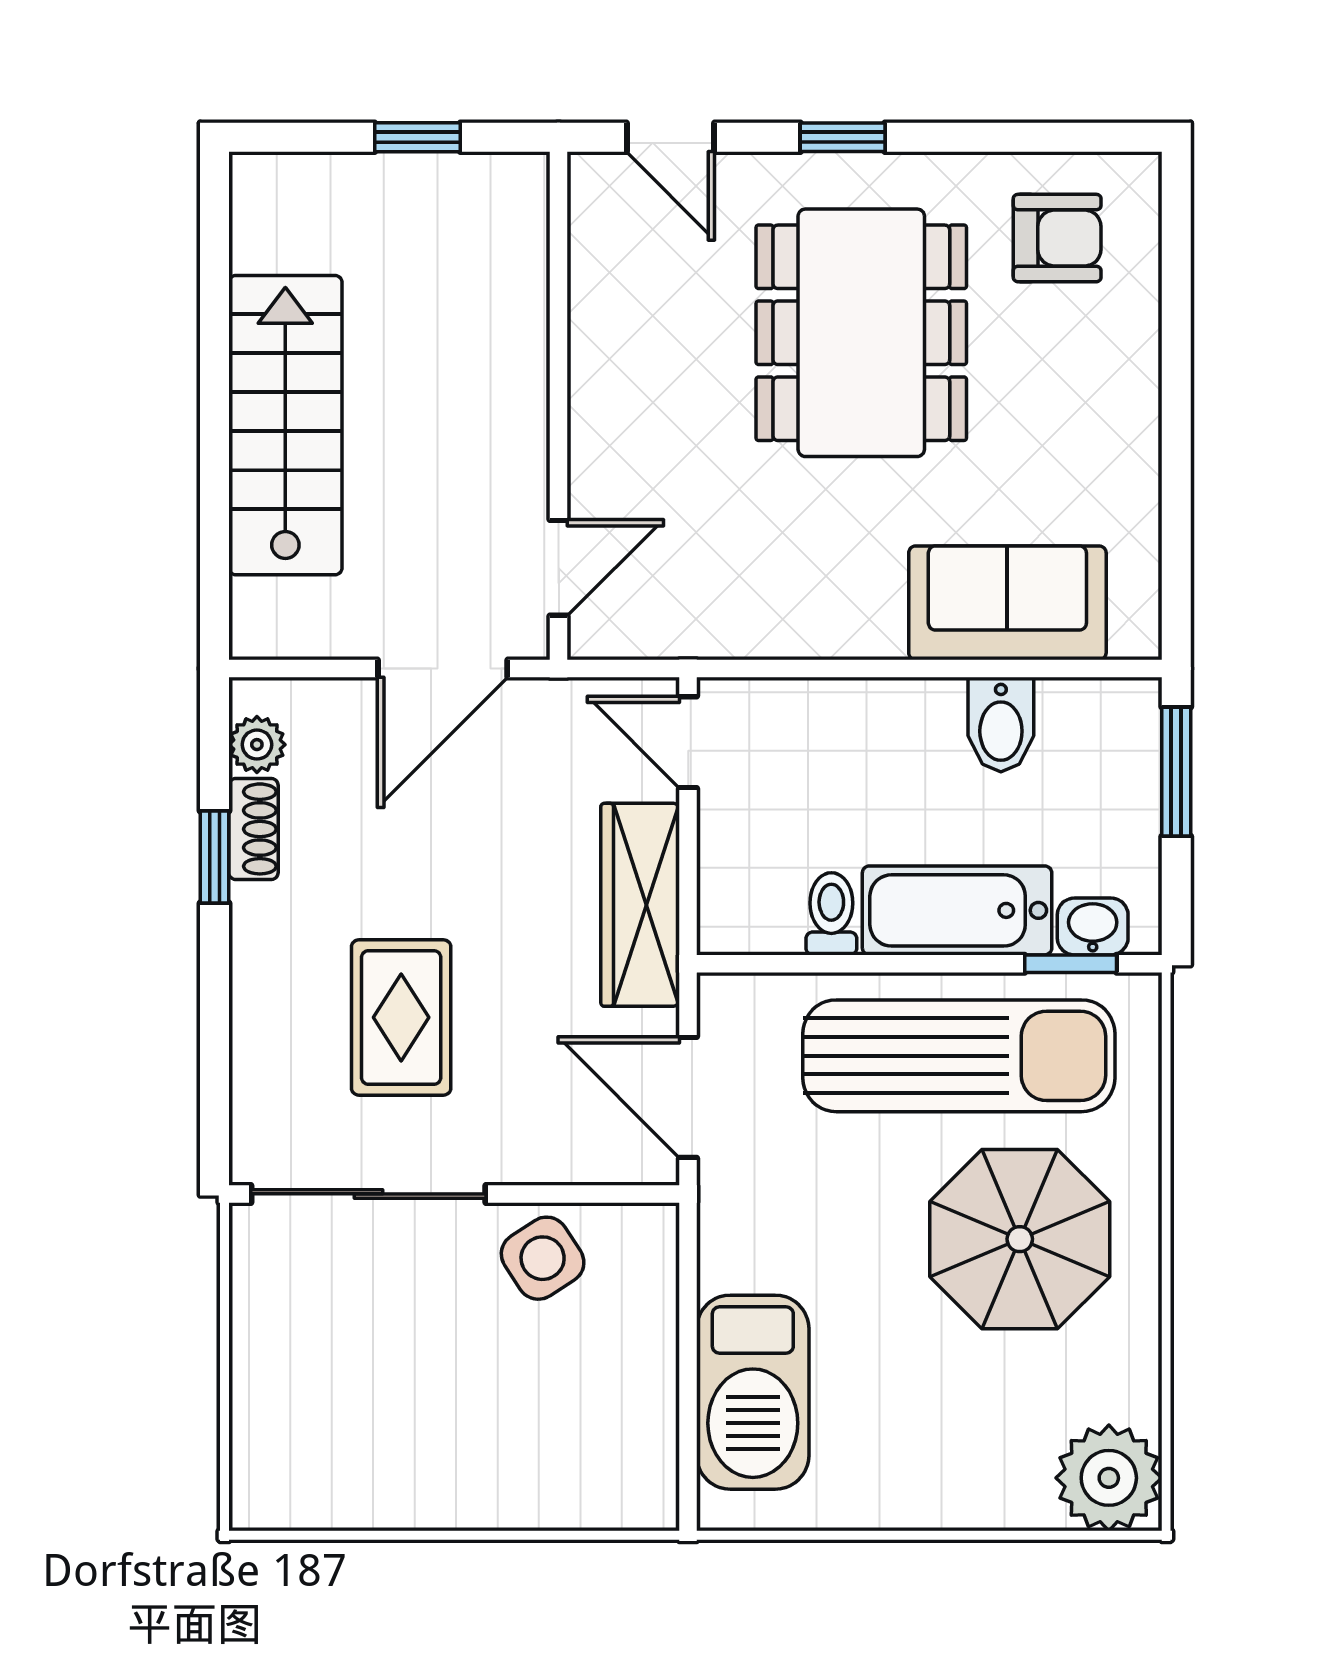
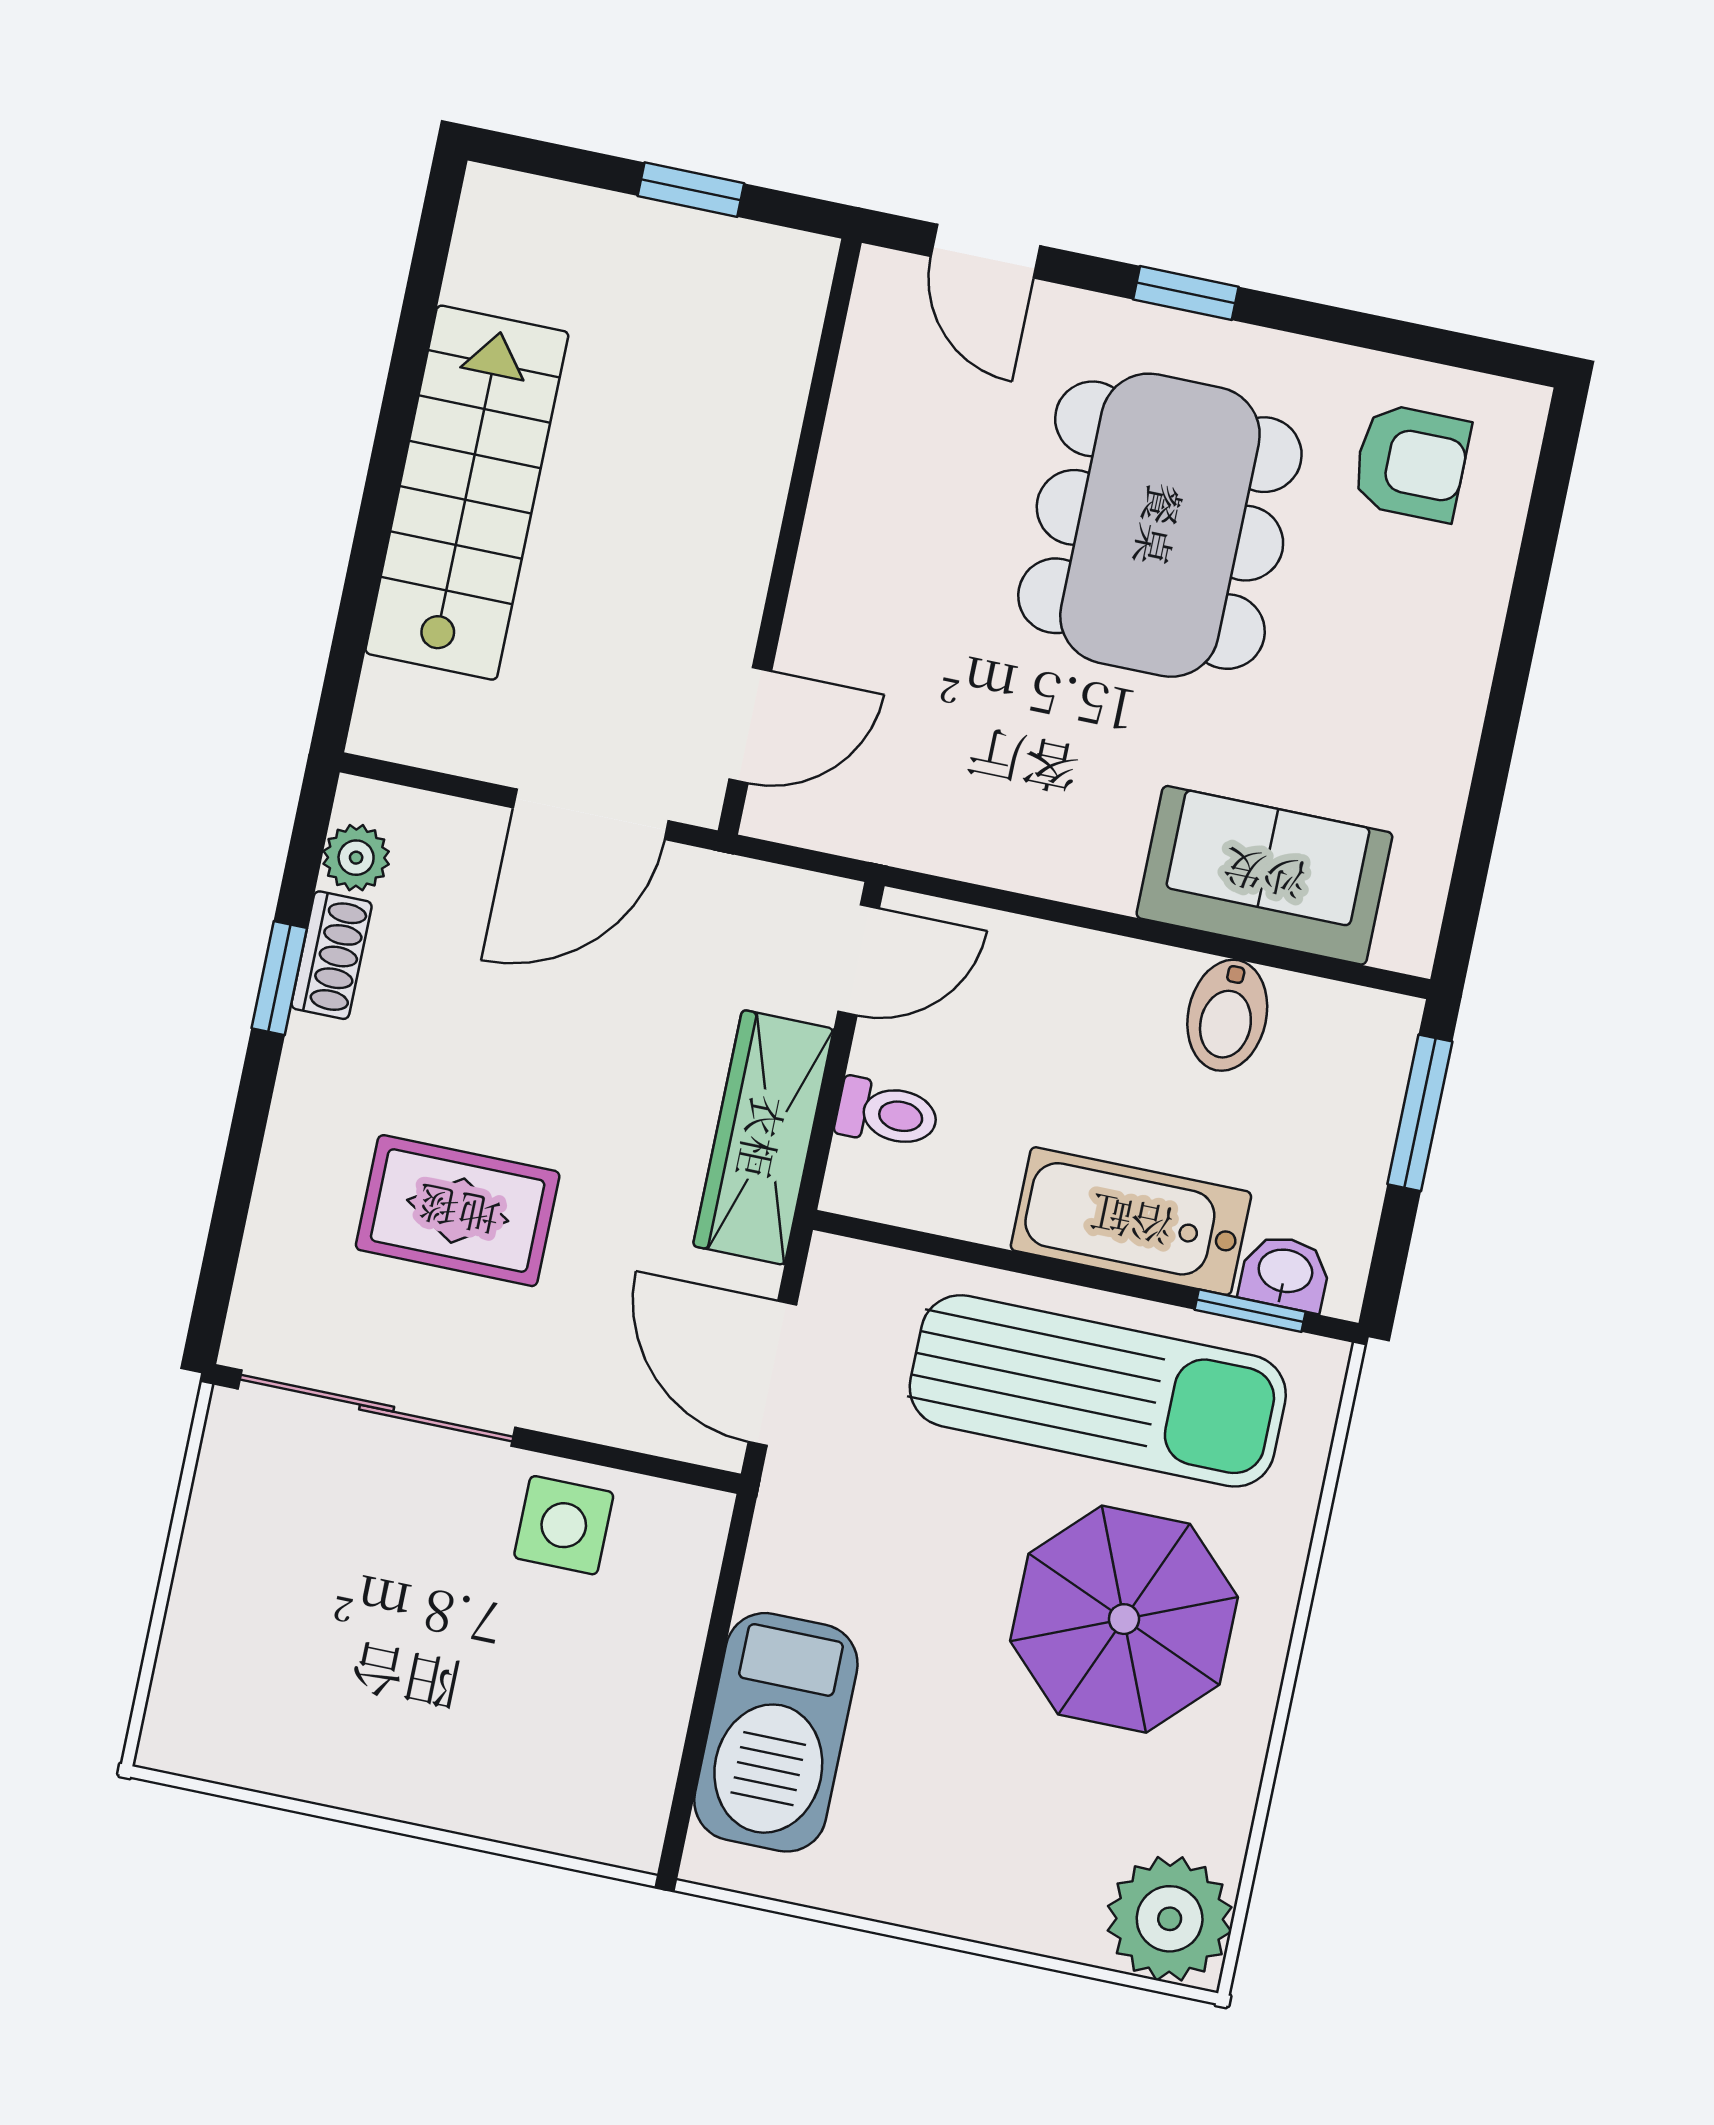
door: (688, 742) -> (859, 960), swing flipped
toilet: (831, 914) -> (887, 1114), moved, turned 90
rug: (401, 1017) -> (458, 1211), turned 90
side table: (543, 1258) -> (564, 1525), turned 33

